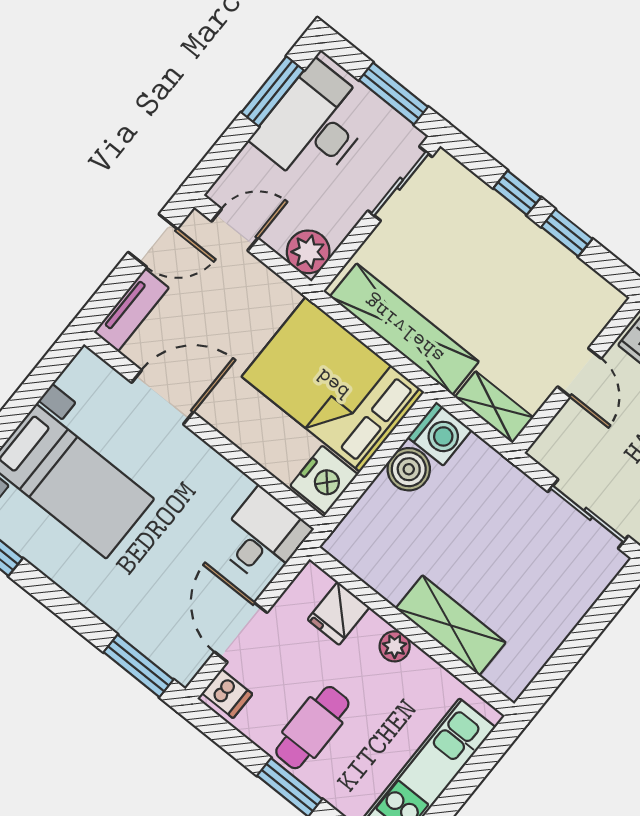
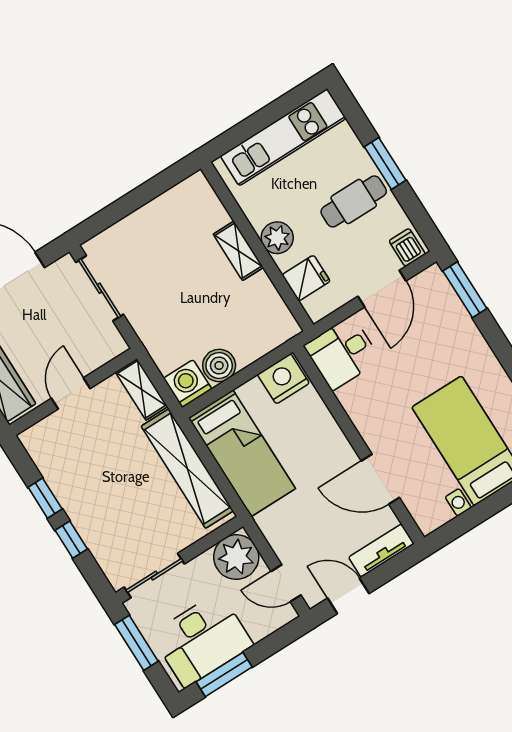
plant: (308, 252) -> (236, 557), width x1.36, depth x1.36
bed: (333, 384) -> (242, 453), width x0.67
shelving: (451, 625) -> (238, 251), width x0.67, depth x0.75
plant: (395, 646) -> (277, 238), width x1.38, depth x1.38

